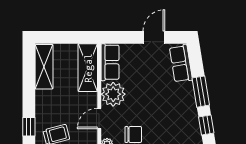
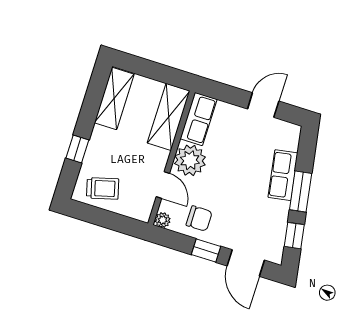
row of seats: (181, 63) -> (283, 175), moved
door: (99, 118) -> (163, 185), swing flipped
window: (29, 127) -> (77, 149), moved

